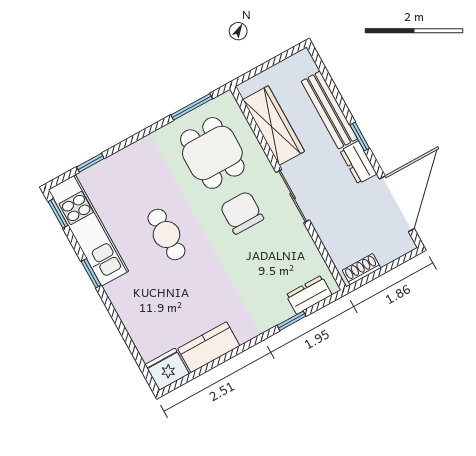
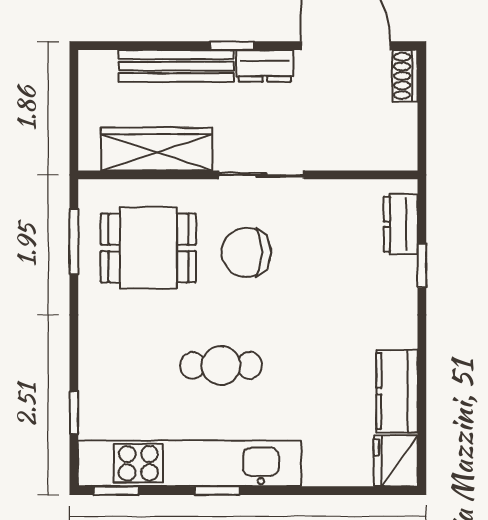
kitchen unit: (88, 230) -> (190, 463), width x1.36
shoe rack: (362, 269) -> (405, 76), moved

